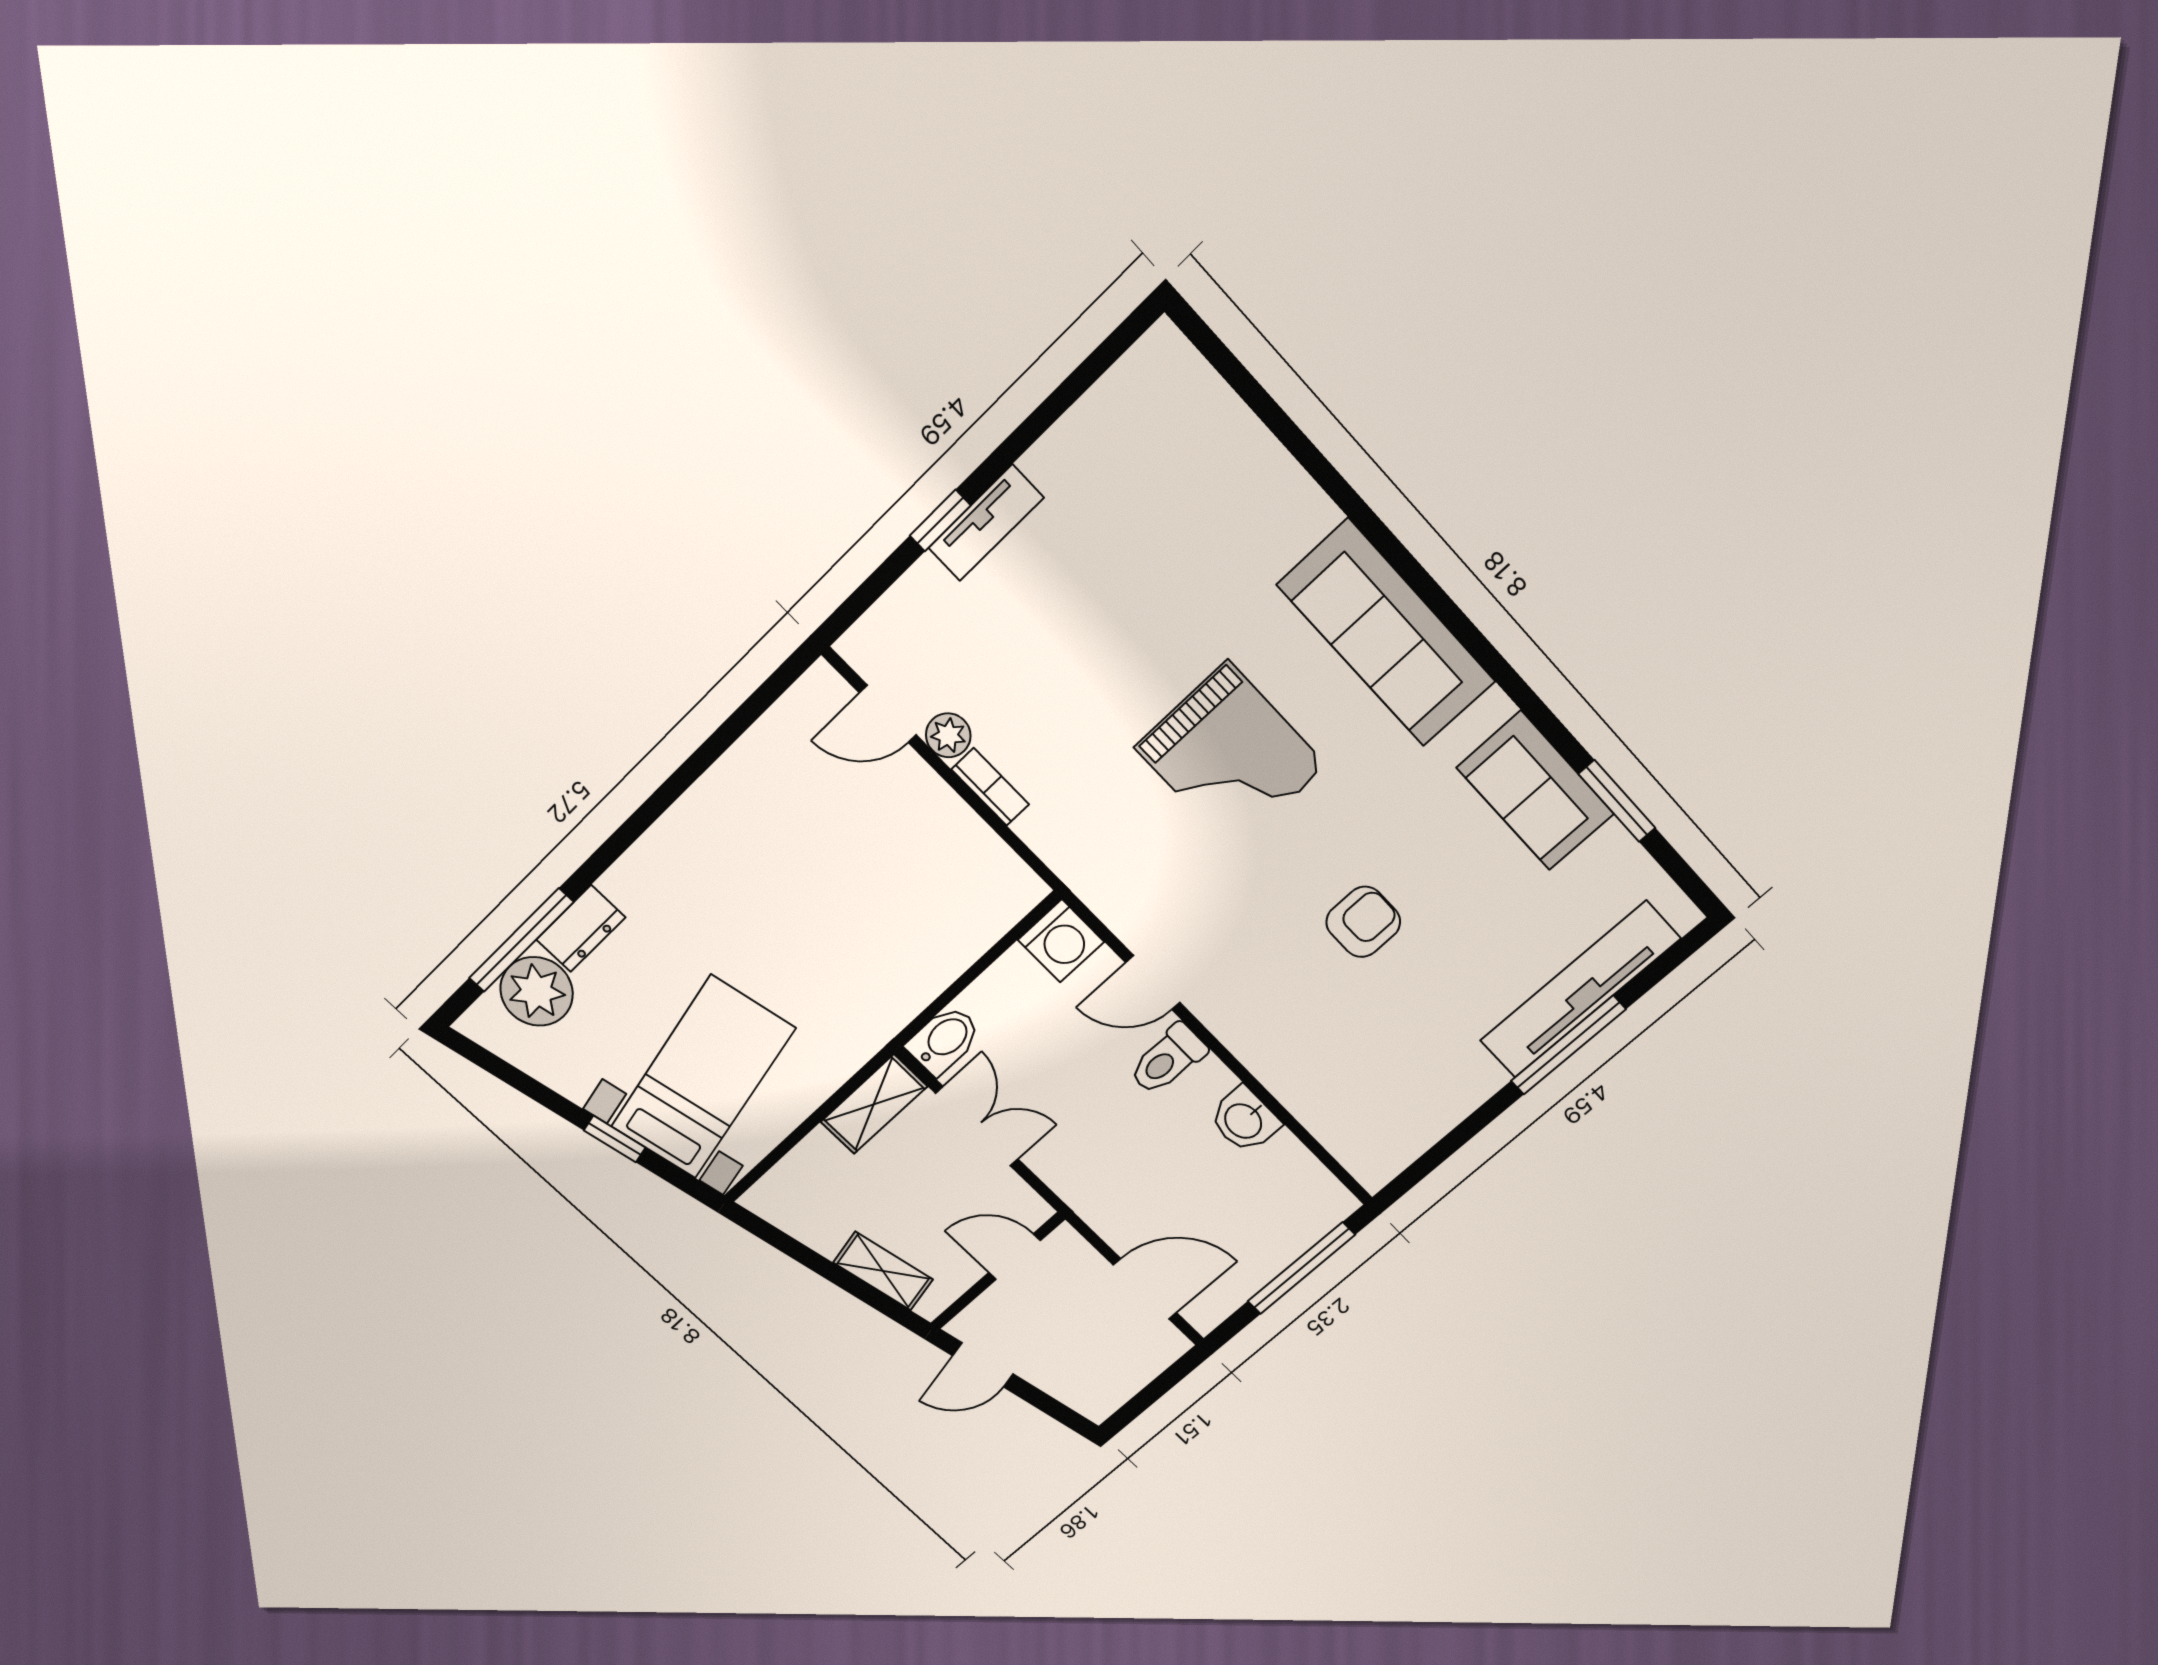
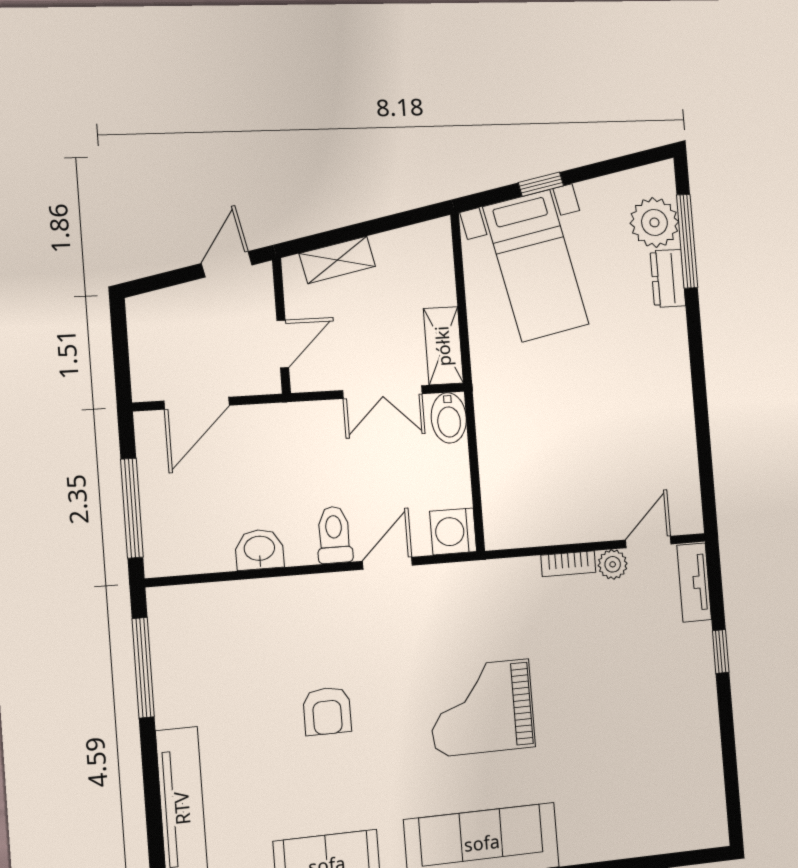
tv unit: (986, 523) -> (694, 582), moved
window: (1568, 1045) -> (143, 668), moved

